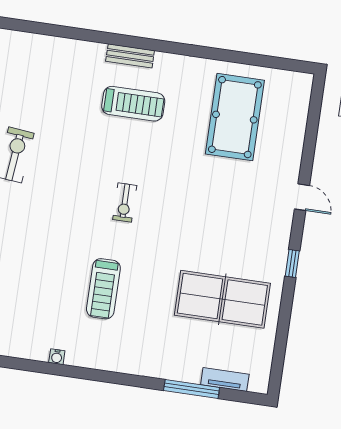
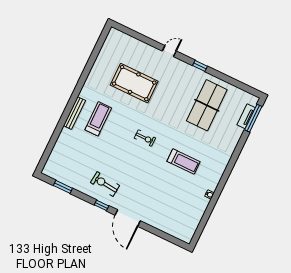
bench: (130, 56) -> (74, 113), width x1.36
pool table: (235, 117) -> (134, 83), moved
window: (192, 389) -> (253, 118), moved

